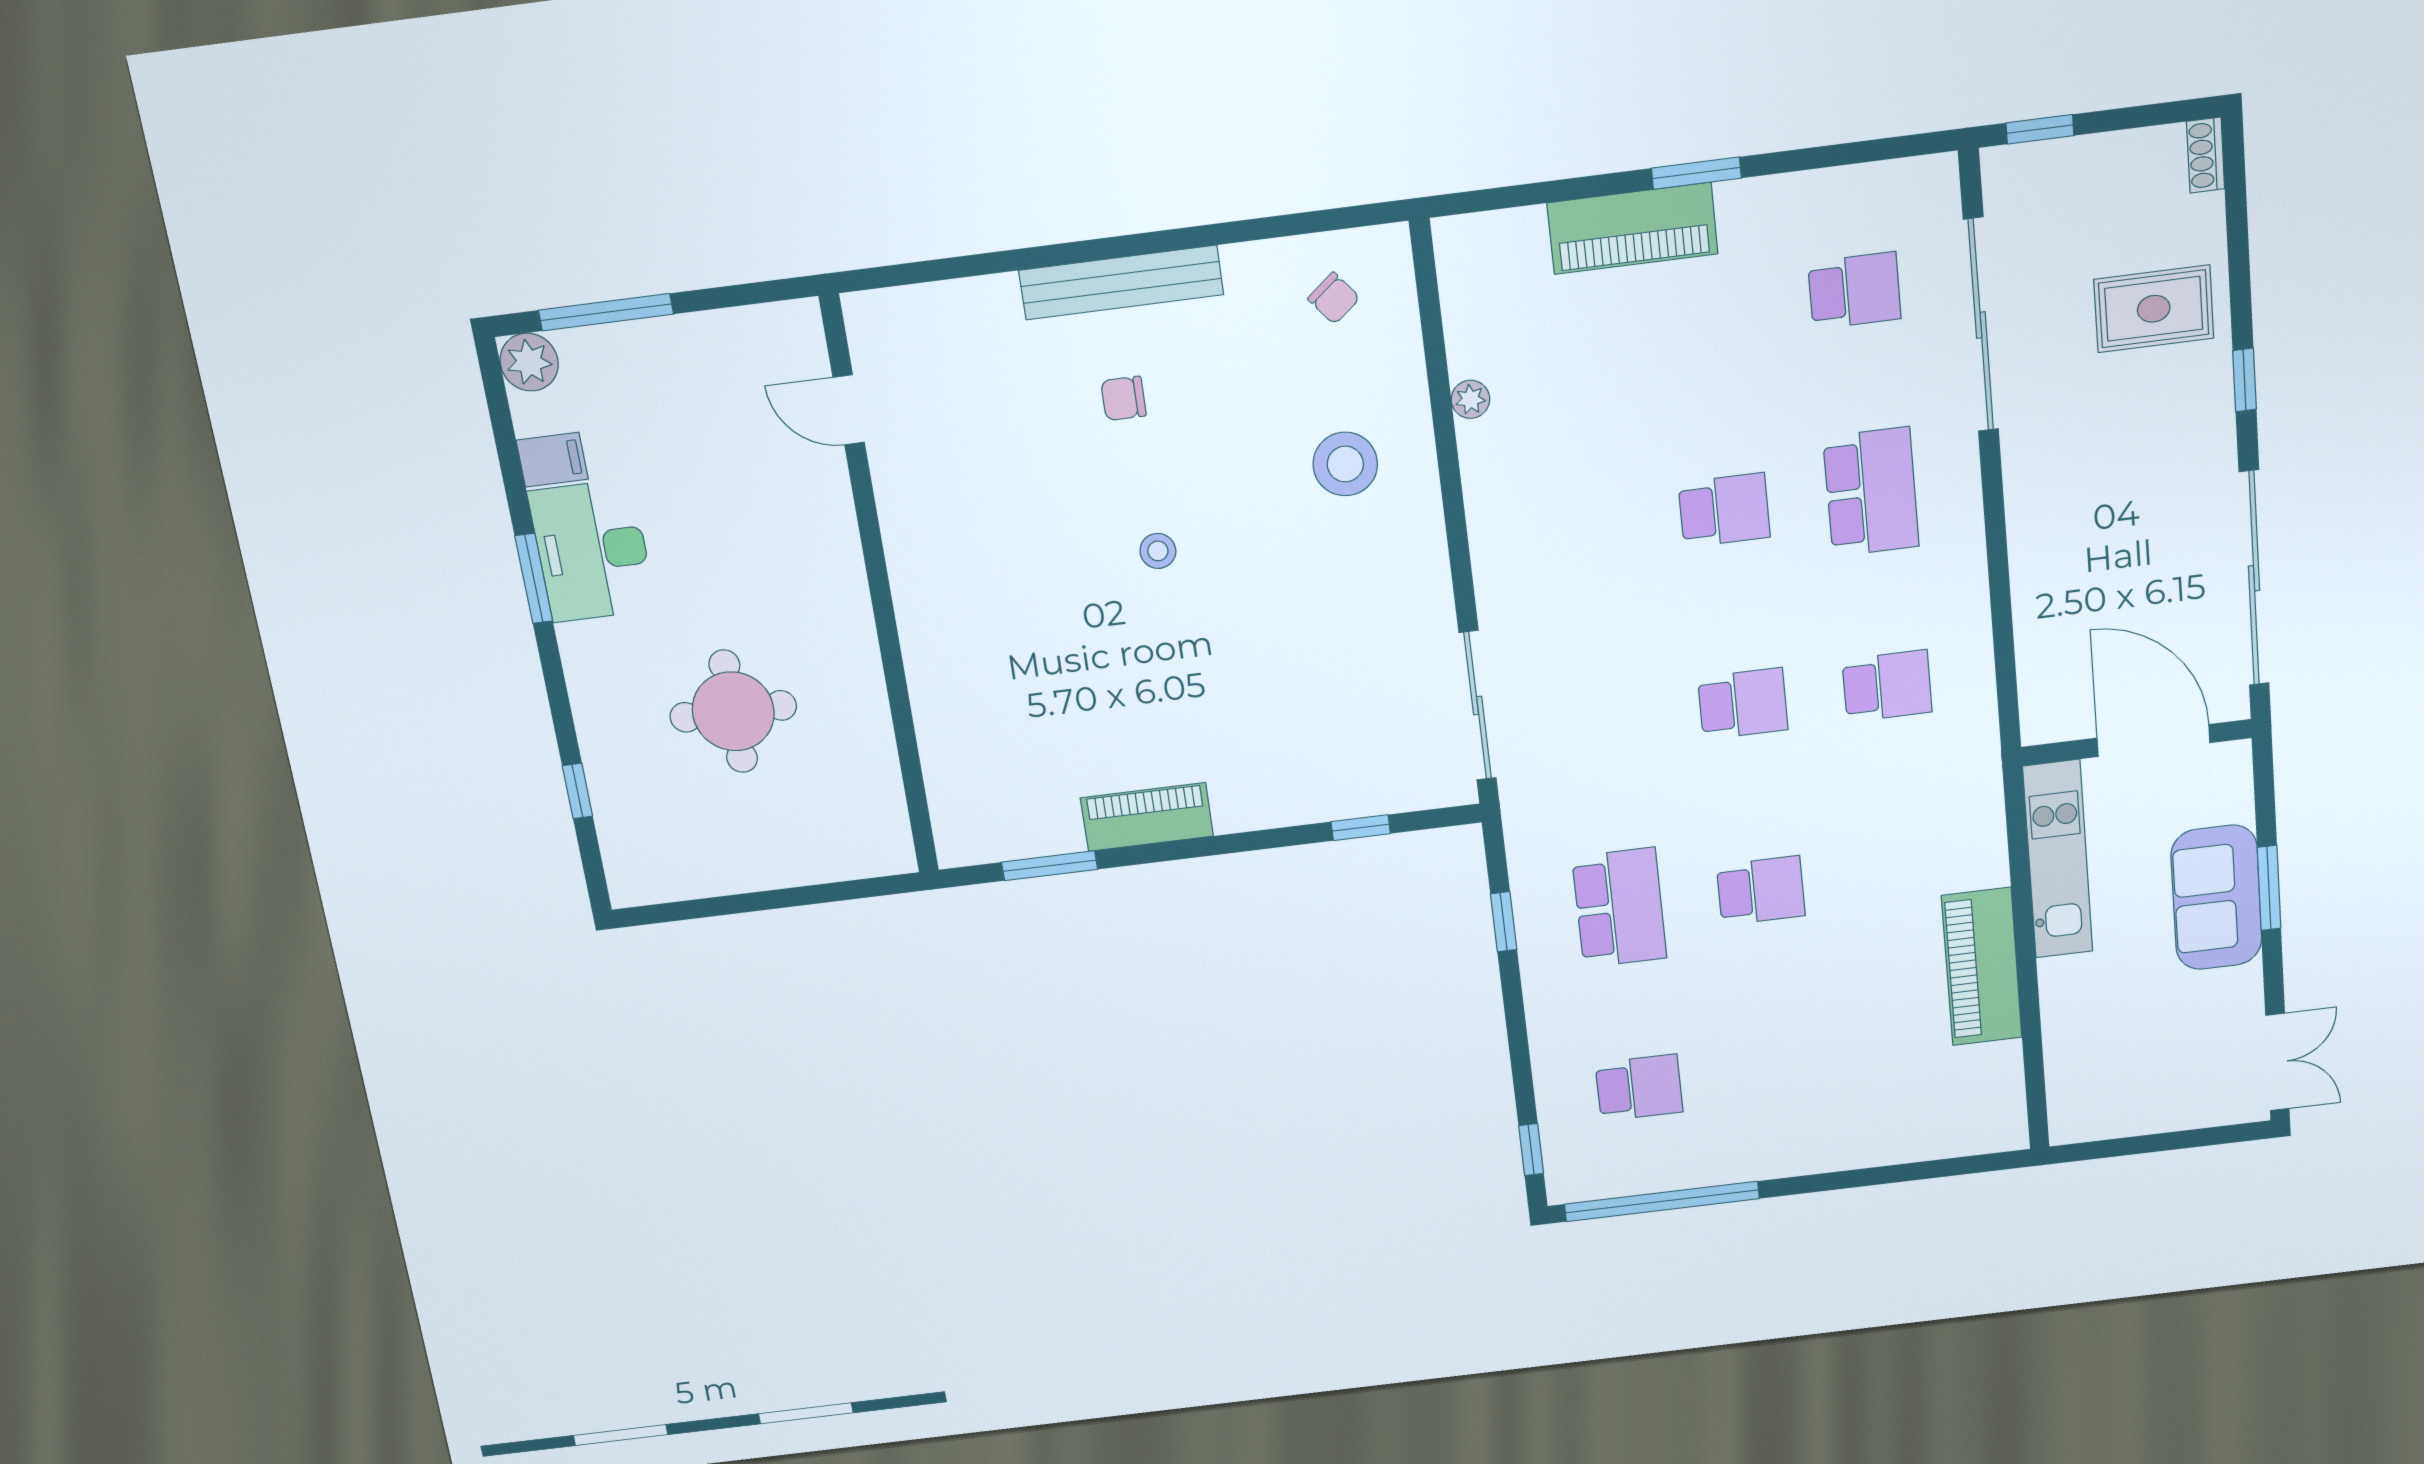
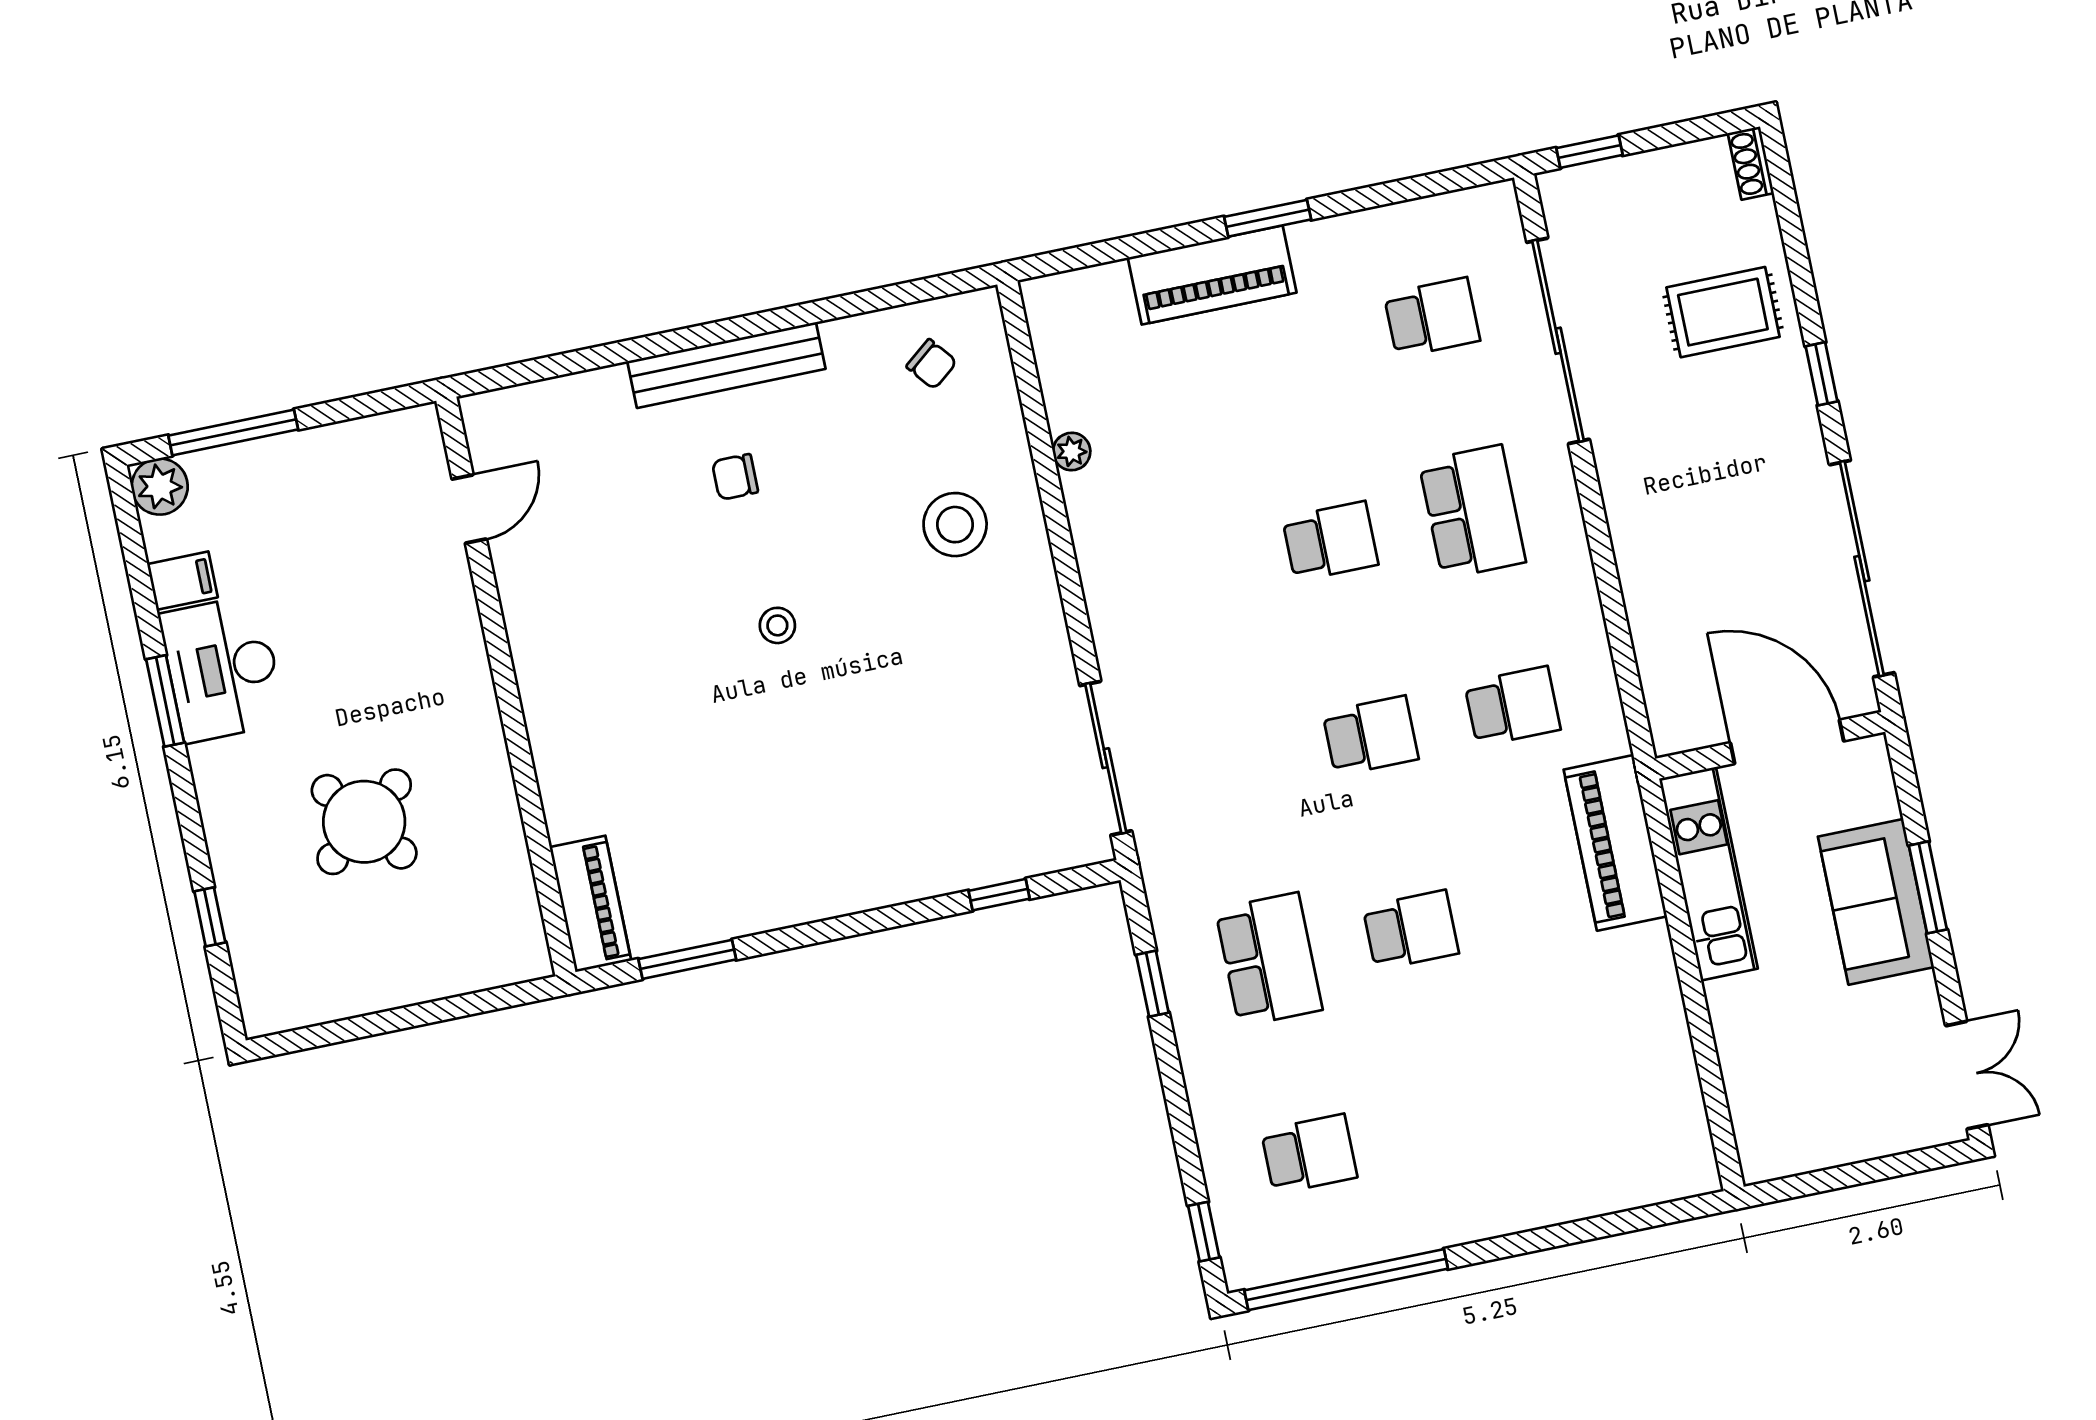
door: (849, 410) -> (469, 509), swing flipped
round table: (733, 711) -> (364, 822), turned -38
piano: (1147, 817) -> (590, 904), moved, turned 90
piano: (1982, 967) -> (1615, 843), moved

